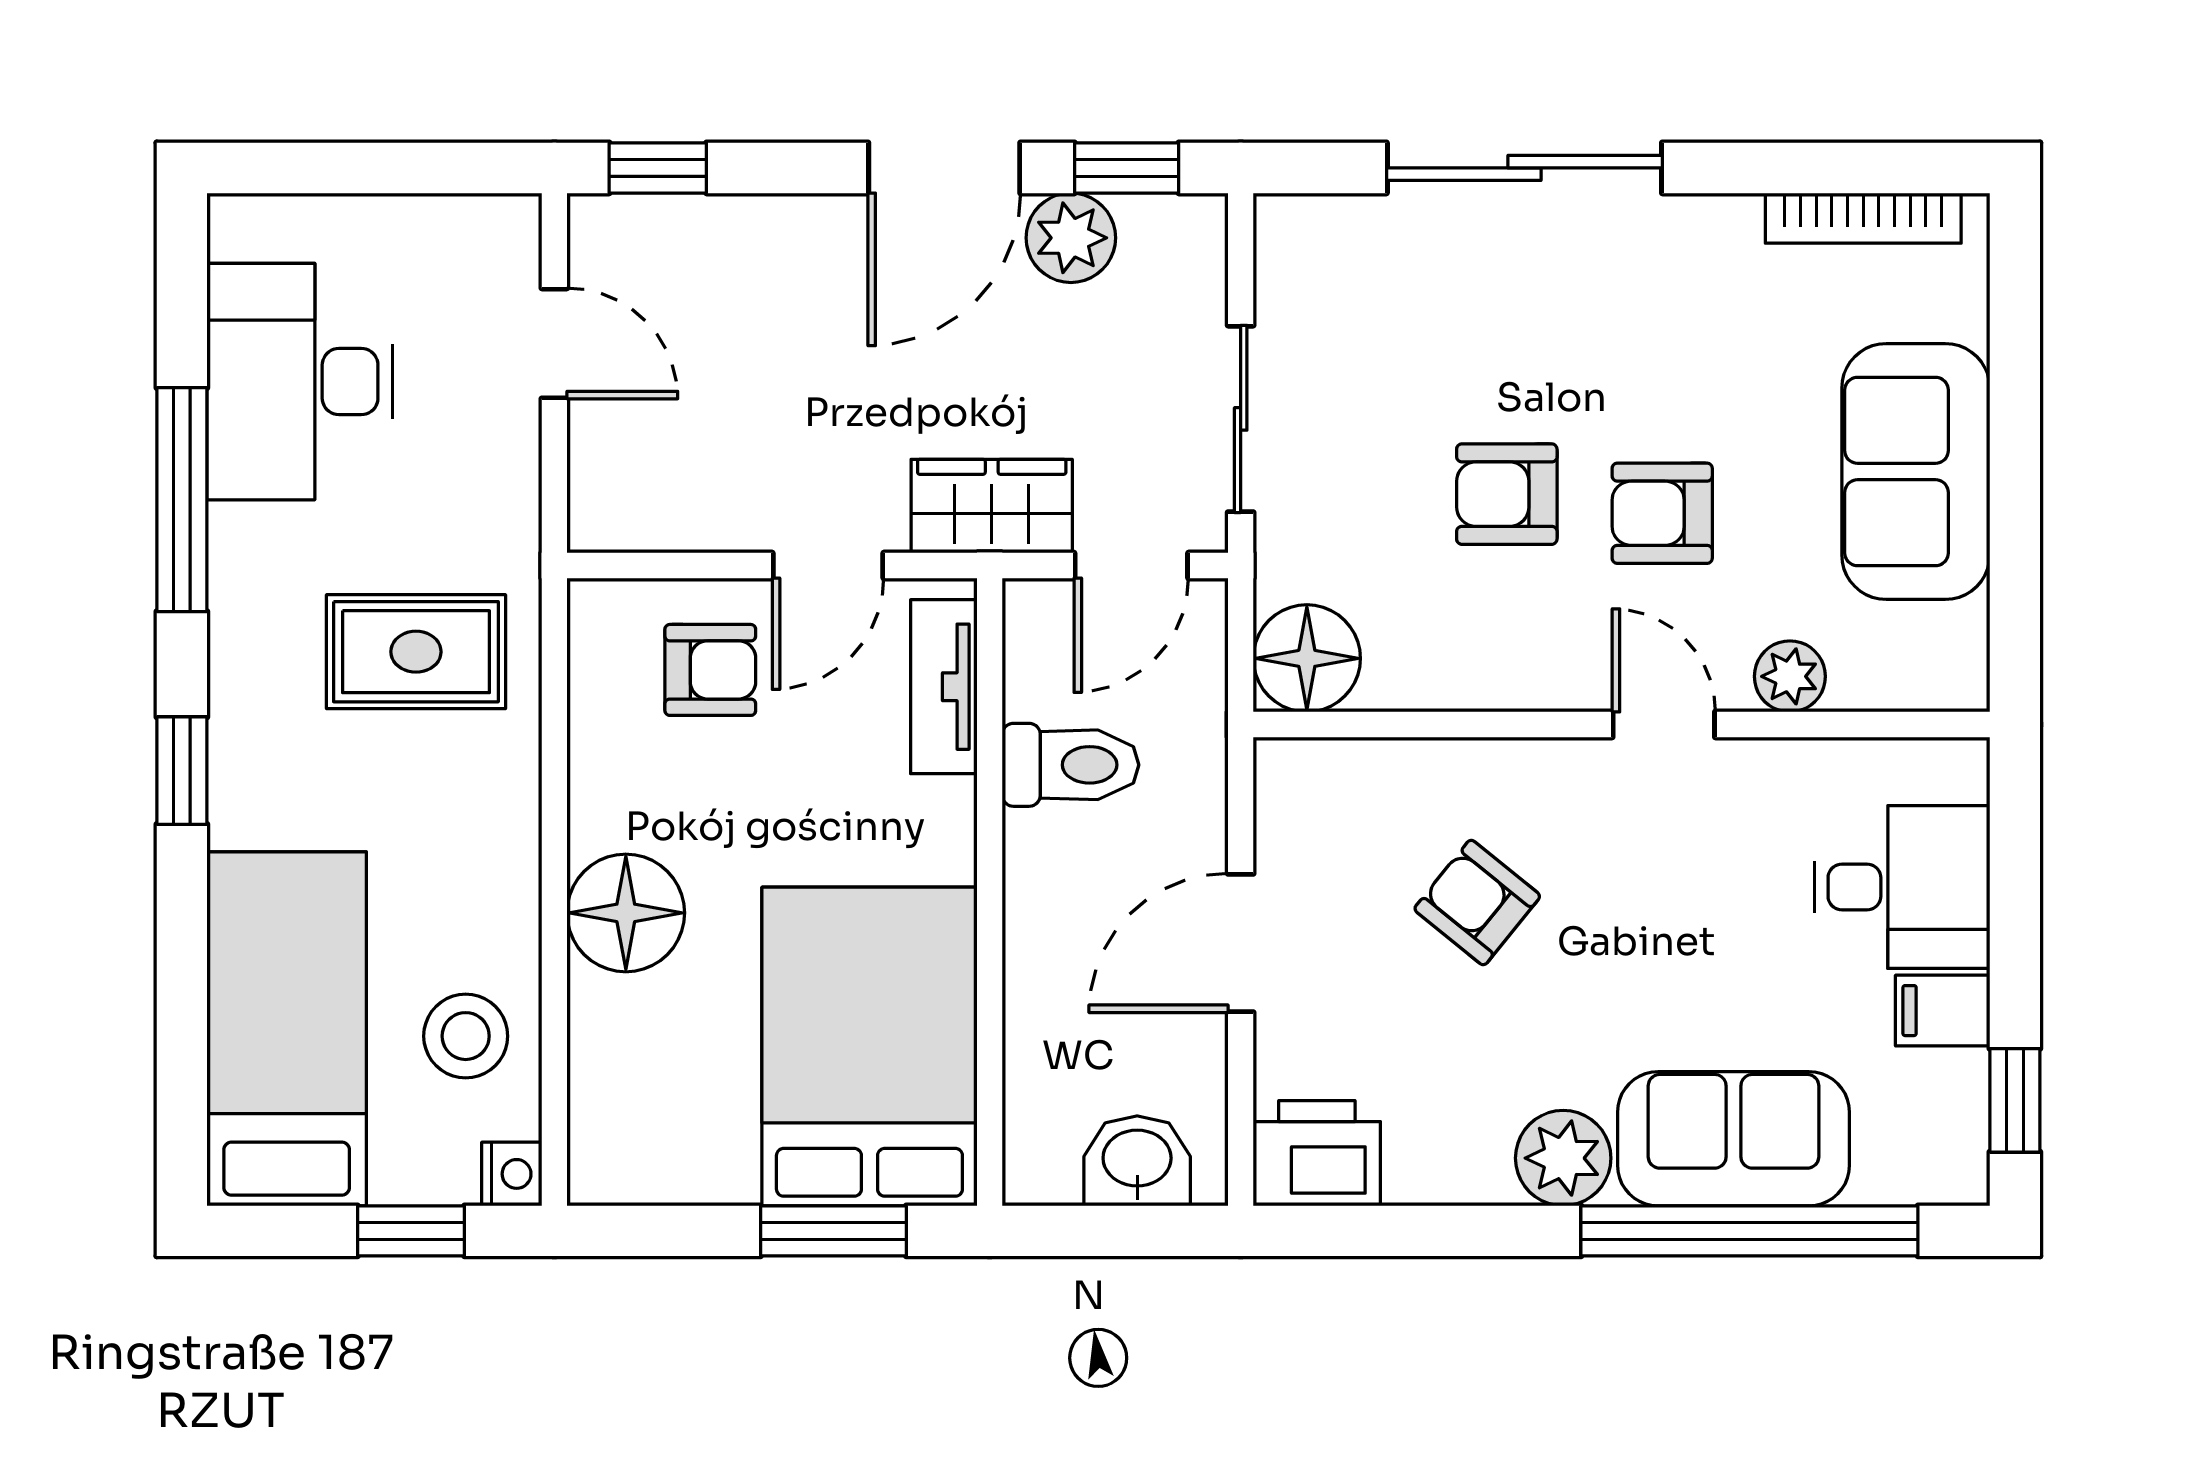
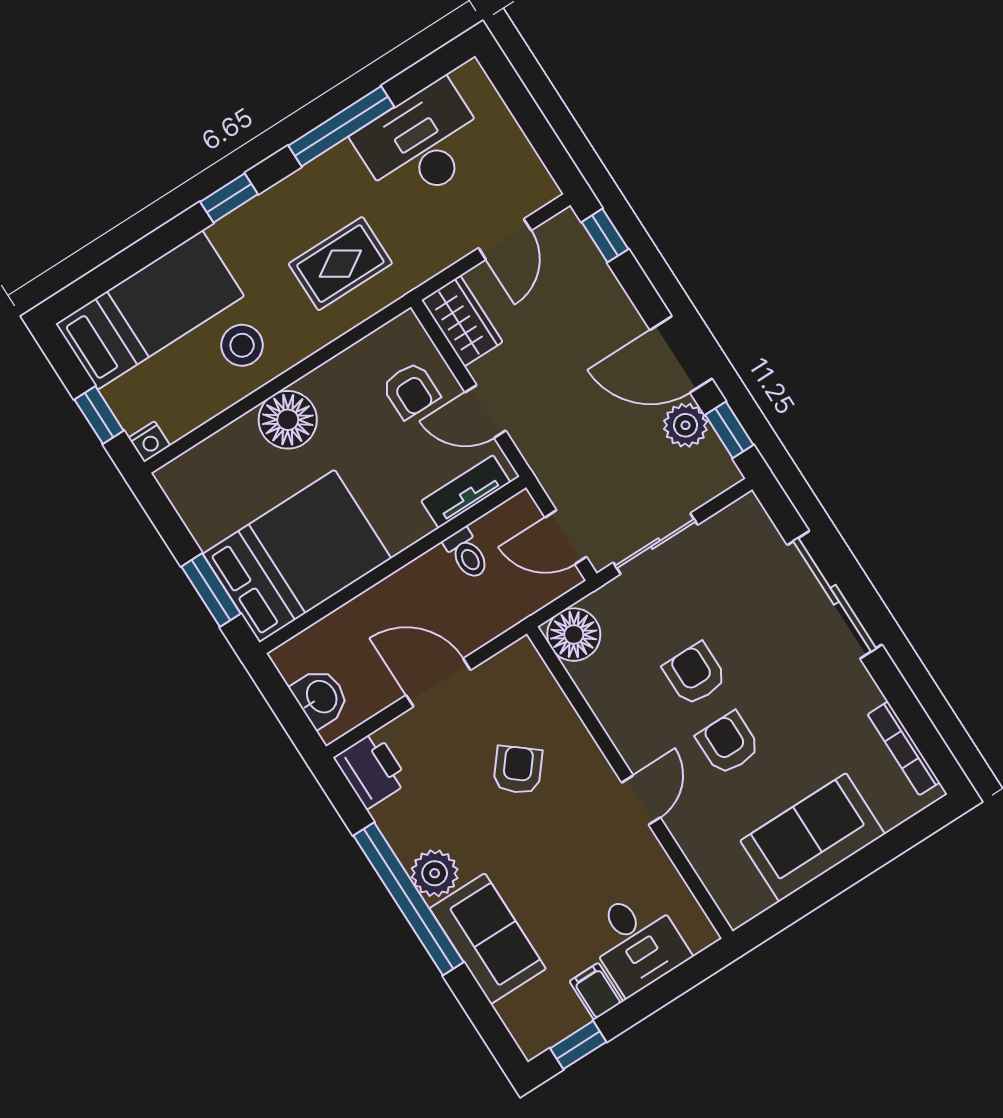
wardrobe: (992, 506) -> (462, 321), moved
rug: (416, 652) -> (340, 264), turned 90
plant: (1790, 676) -> (694, 839), removed
toilet: (1070, 765) -> (467, 554), width x0.73, depth x0.72
stool: (466, 1036) -> (242, 345), moved
window: (1749, 1231) -> (409, 899), moved

